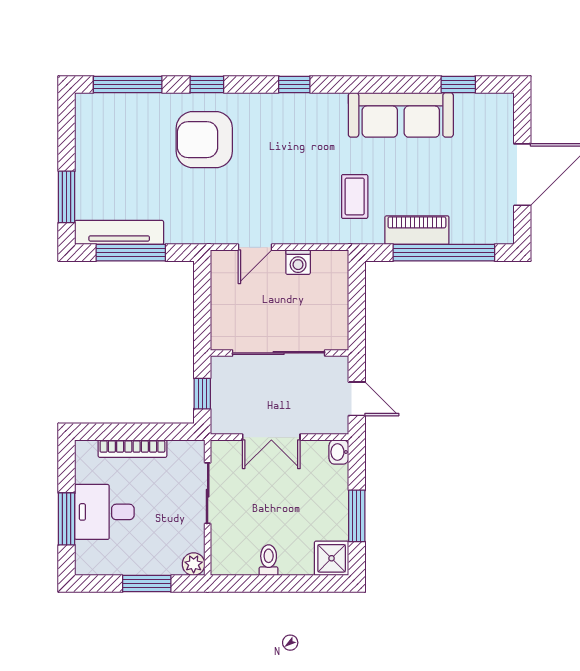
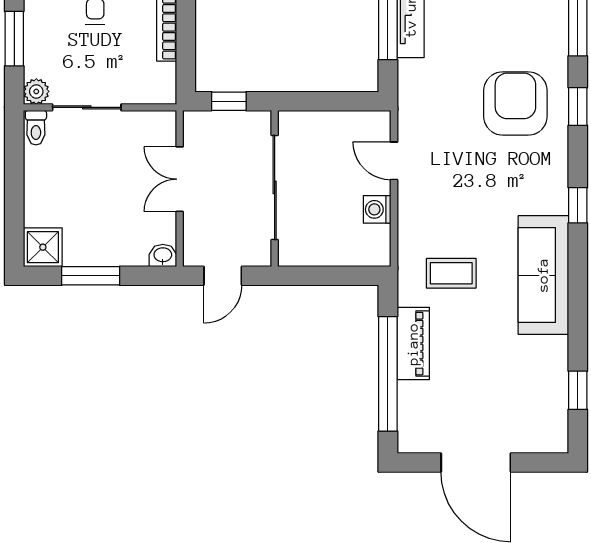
sofa: (401, 115) -> (543, 275), moved
sliding door: (208, 493) -> (87, 107), moved
toilet: (269, 560) -> (36, 128), moved, turned 90

